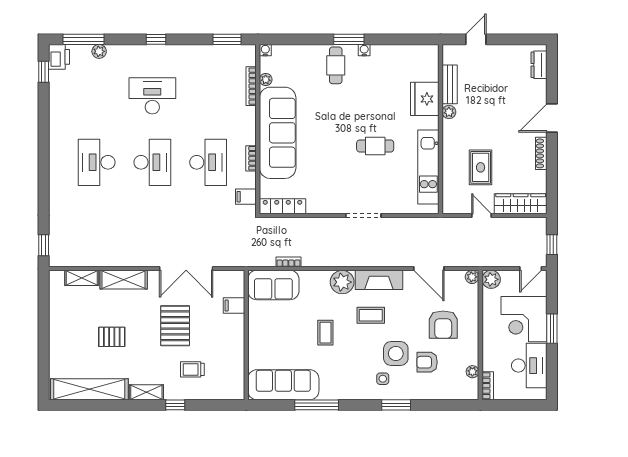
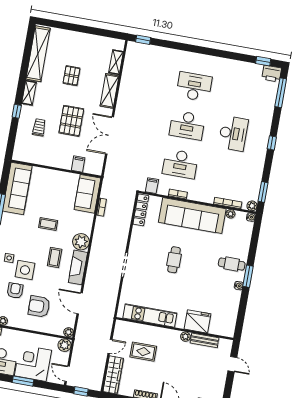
plant: (99, 51) -> (252, 206), moved
cafe table: (375, 146) -> (174, 260), moved
door: (429, 269) -> (80, 303), hinge flipped
pallet: (175, 326) -> (71, 121), turned 90

